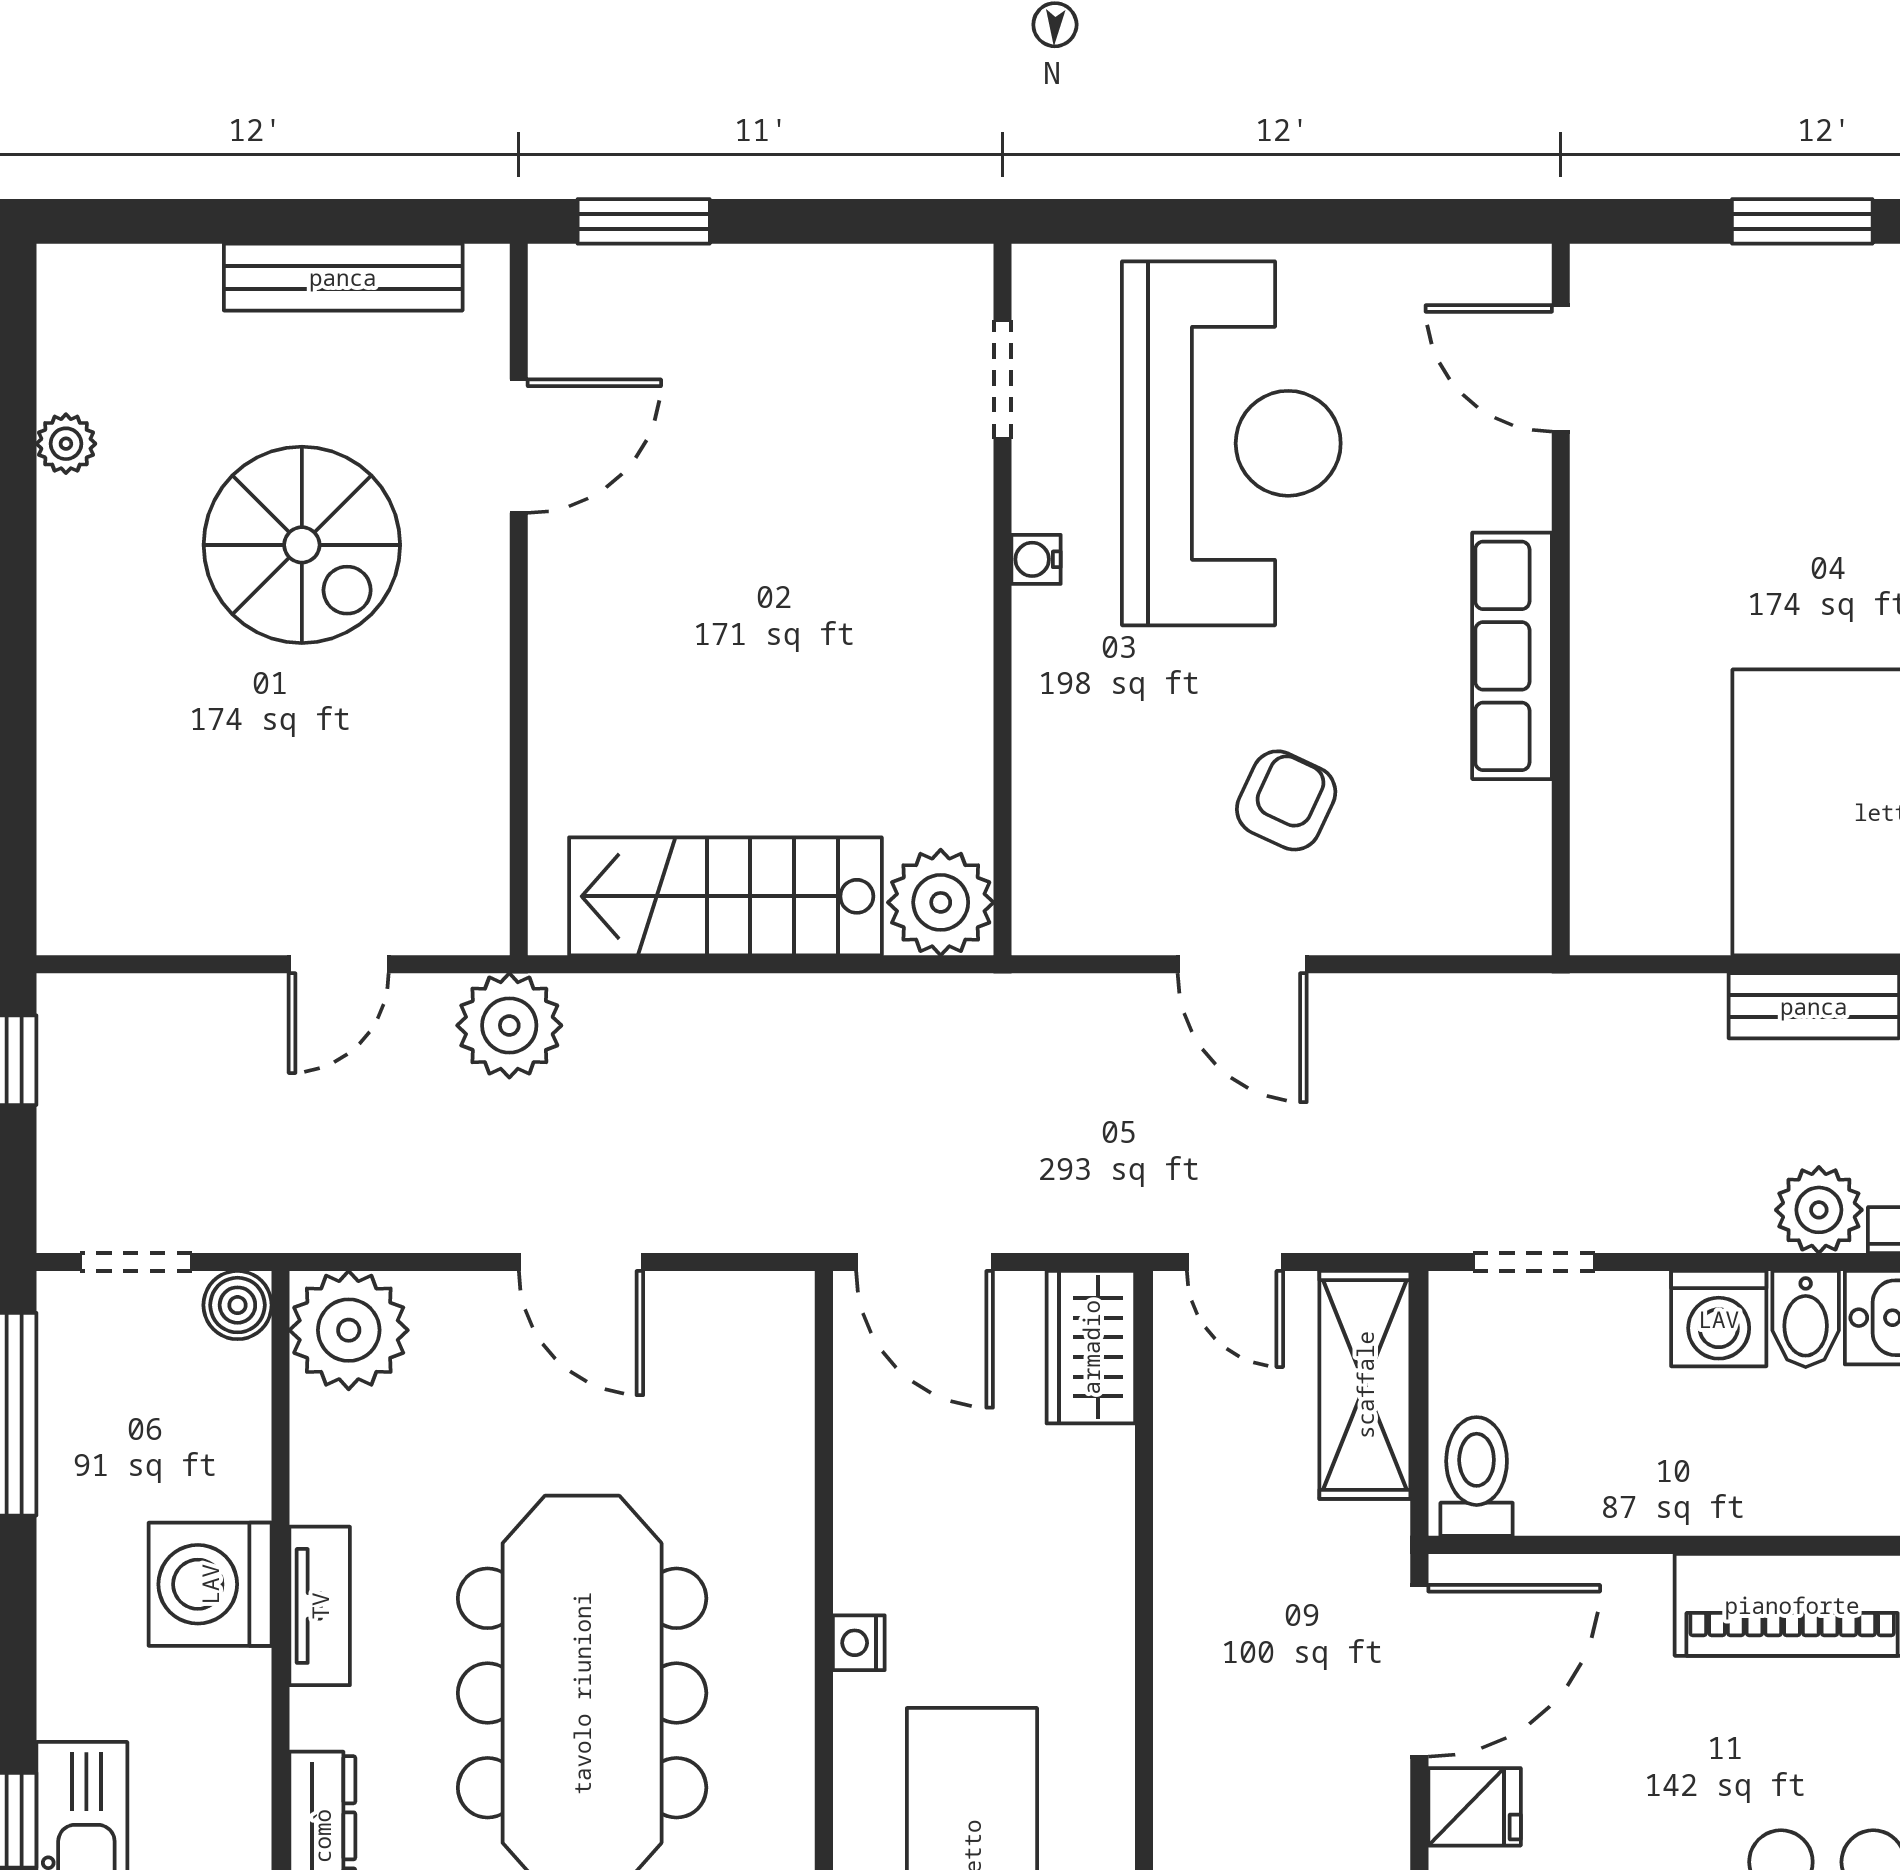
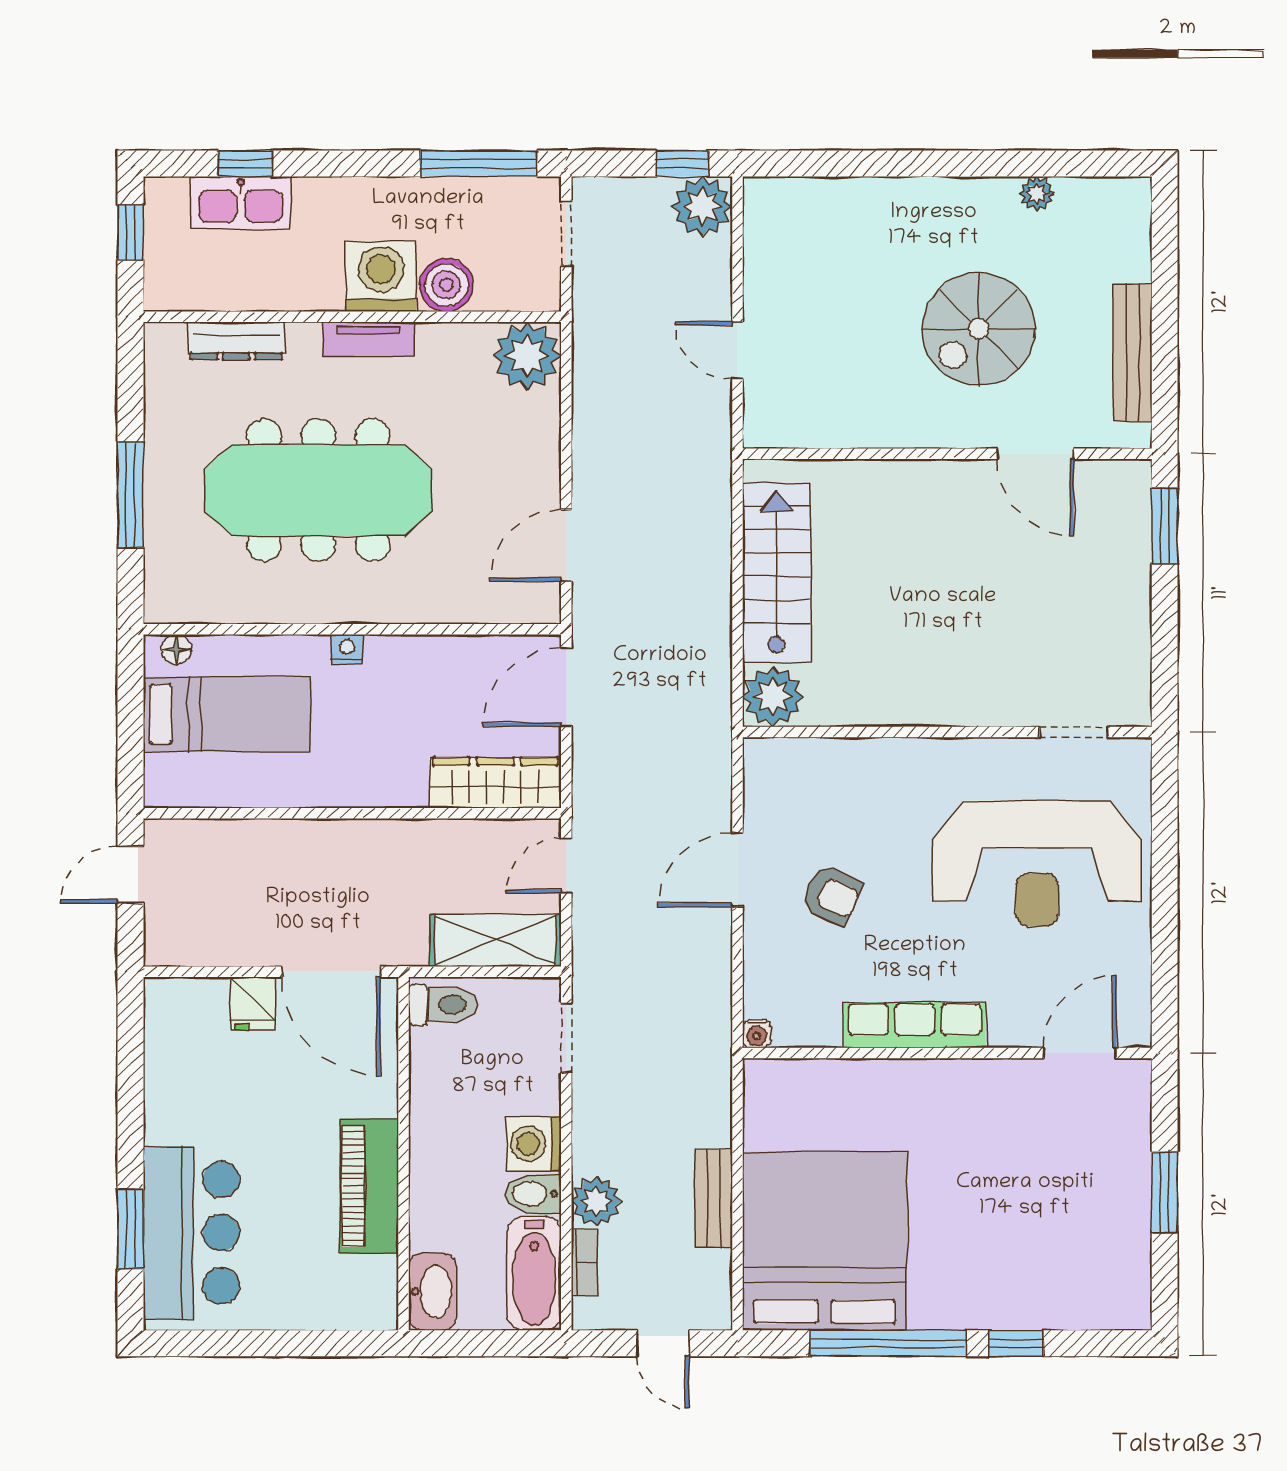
water cooler: (1036, 559) -> (757, 1034), moved, turned 180
plant: (509, 1025) -> (702, 206), moved
door: (581, 1262) -> (566, 546), moved
boiler: (237, 1305) -> (446, 285), moved, width x1.36, depth x1.36
wardrobe: (1091, 1347) -> (495, 783), width x1.50

